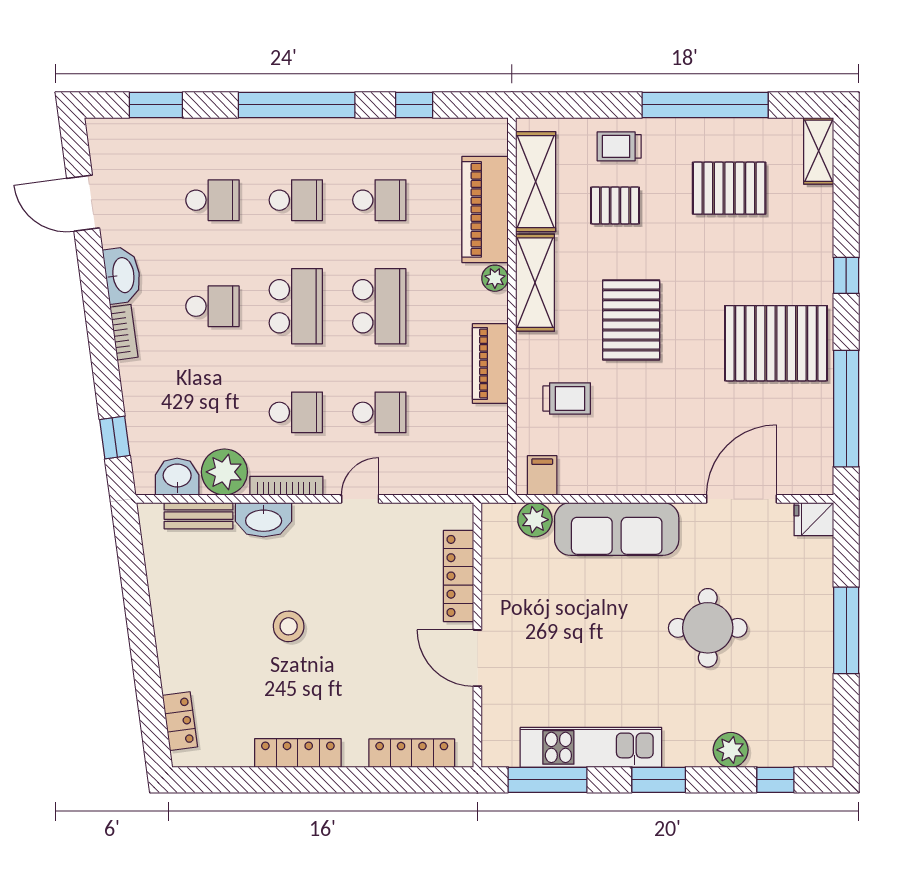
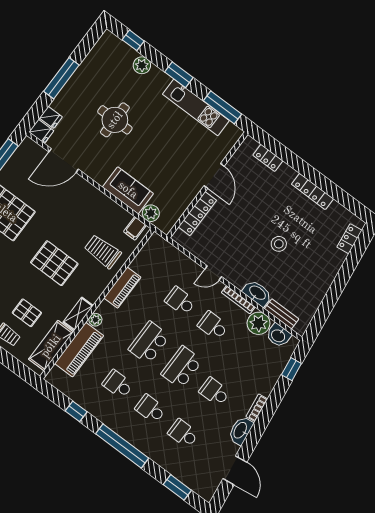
shelving: (535, 283) -> (78, 314), width x0.67, depth x0.75
pallet: (631, 320) -> (54, 263), turned 90
trolley: (567, 398) -> (103, 251), width x1.36, depth x1.39
sofa: (617, 529) -> (128, 190), width x0.73
fridge: (815, 554) -> (51, 117), added
locker: (412, 753) -> (268, 158), width x0.66

